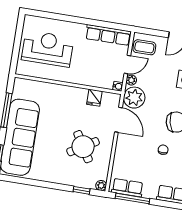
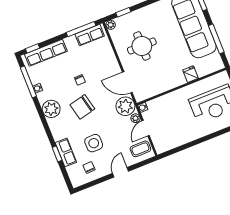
row of seats: (108, 35) -> (173, 142), removed
fridge: (94, 98) -> (191, 74), moved
round table: (83, 147) -> (142, 46), turned 31

